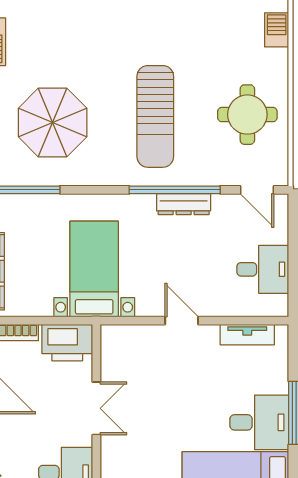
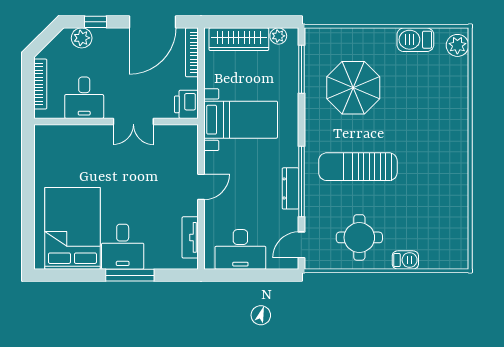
barbecue: (277, 30) -> (405, 260), moved
desk: (263, 269) -> (240, 249), width x1.37
printer: (67, 343) -> (186, 104), width x0.73, depth x0.84

